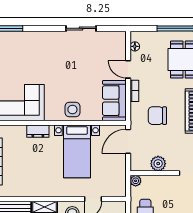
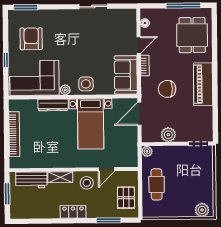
armchair: (16, 62) -> (31, 39), added
door: (128, 69) -> (139, 45), swing flipped
plant: (51, 115) -> (65, 90), added
dresser: (38, 131) -> (53, 105), width x1.44

